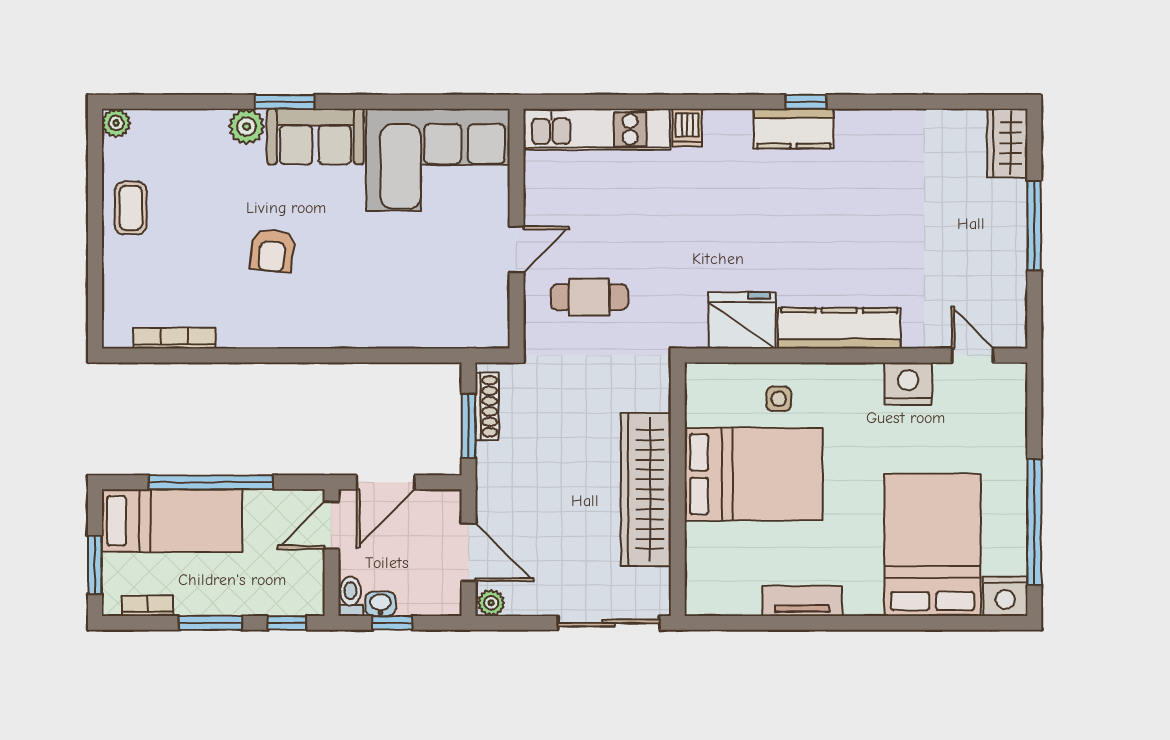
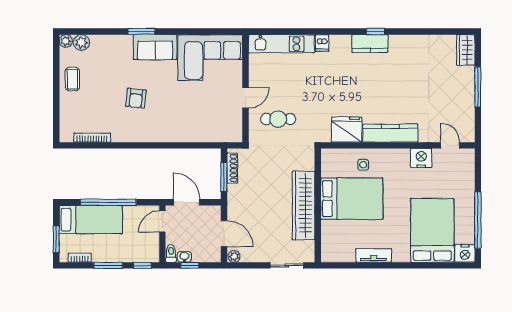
plant: (247, 127) -> (81, 43), moved
door: (385, 482) -> (187, 202), swing flipped
sliding door: (609, 623) -> (287, 265), width x0.73

